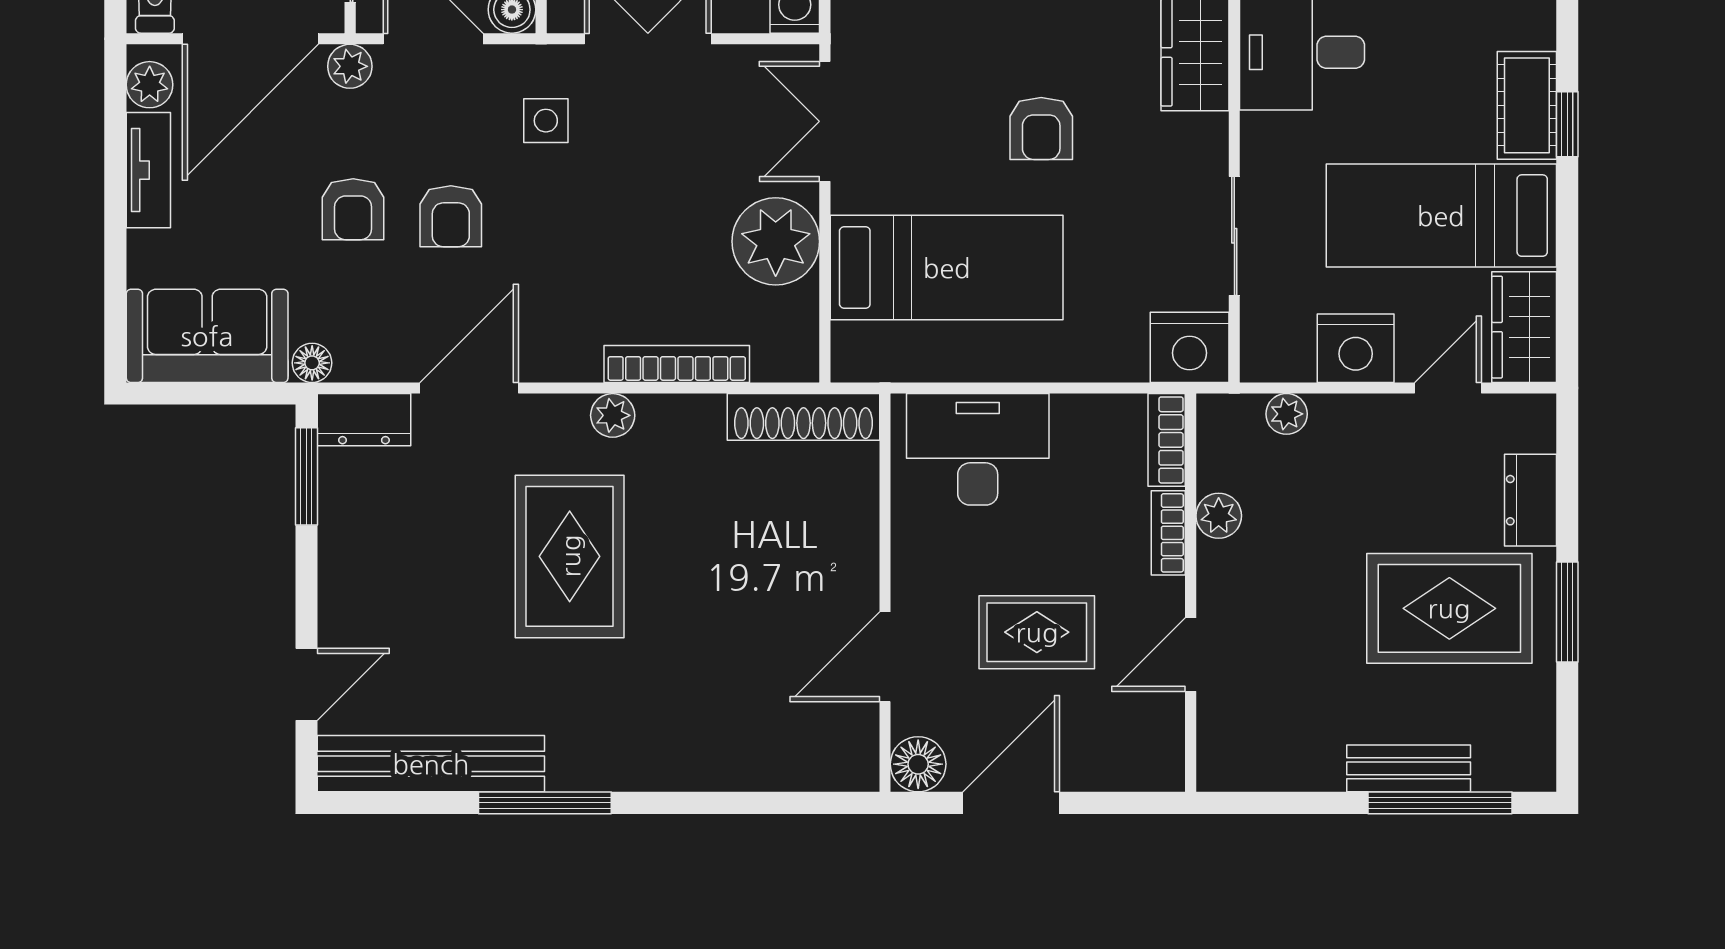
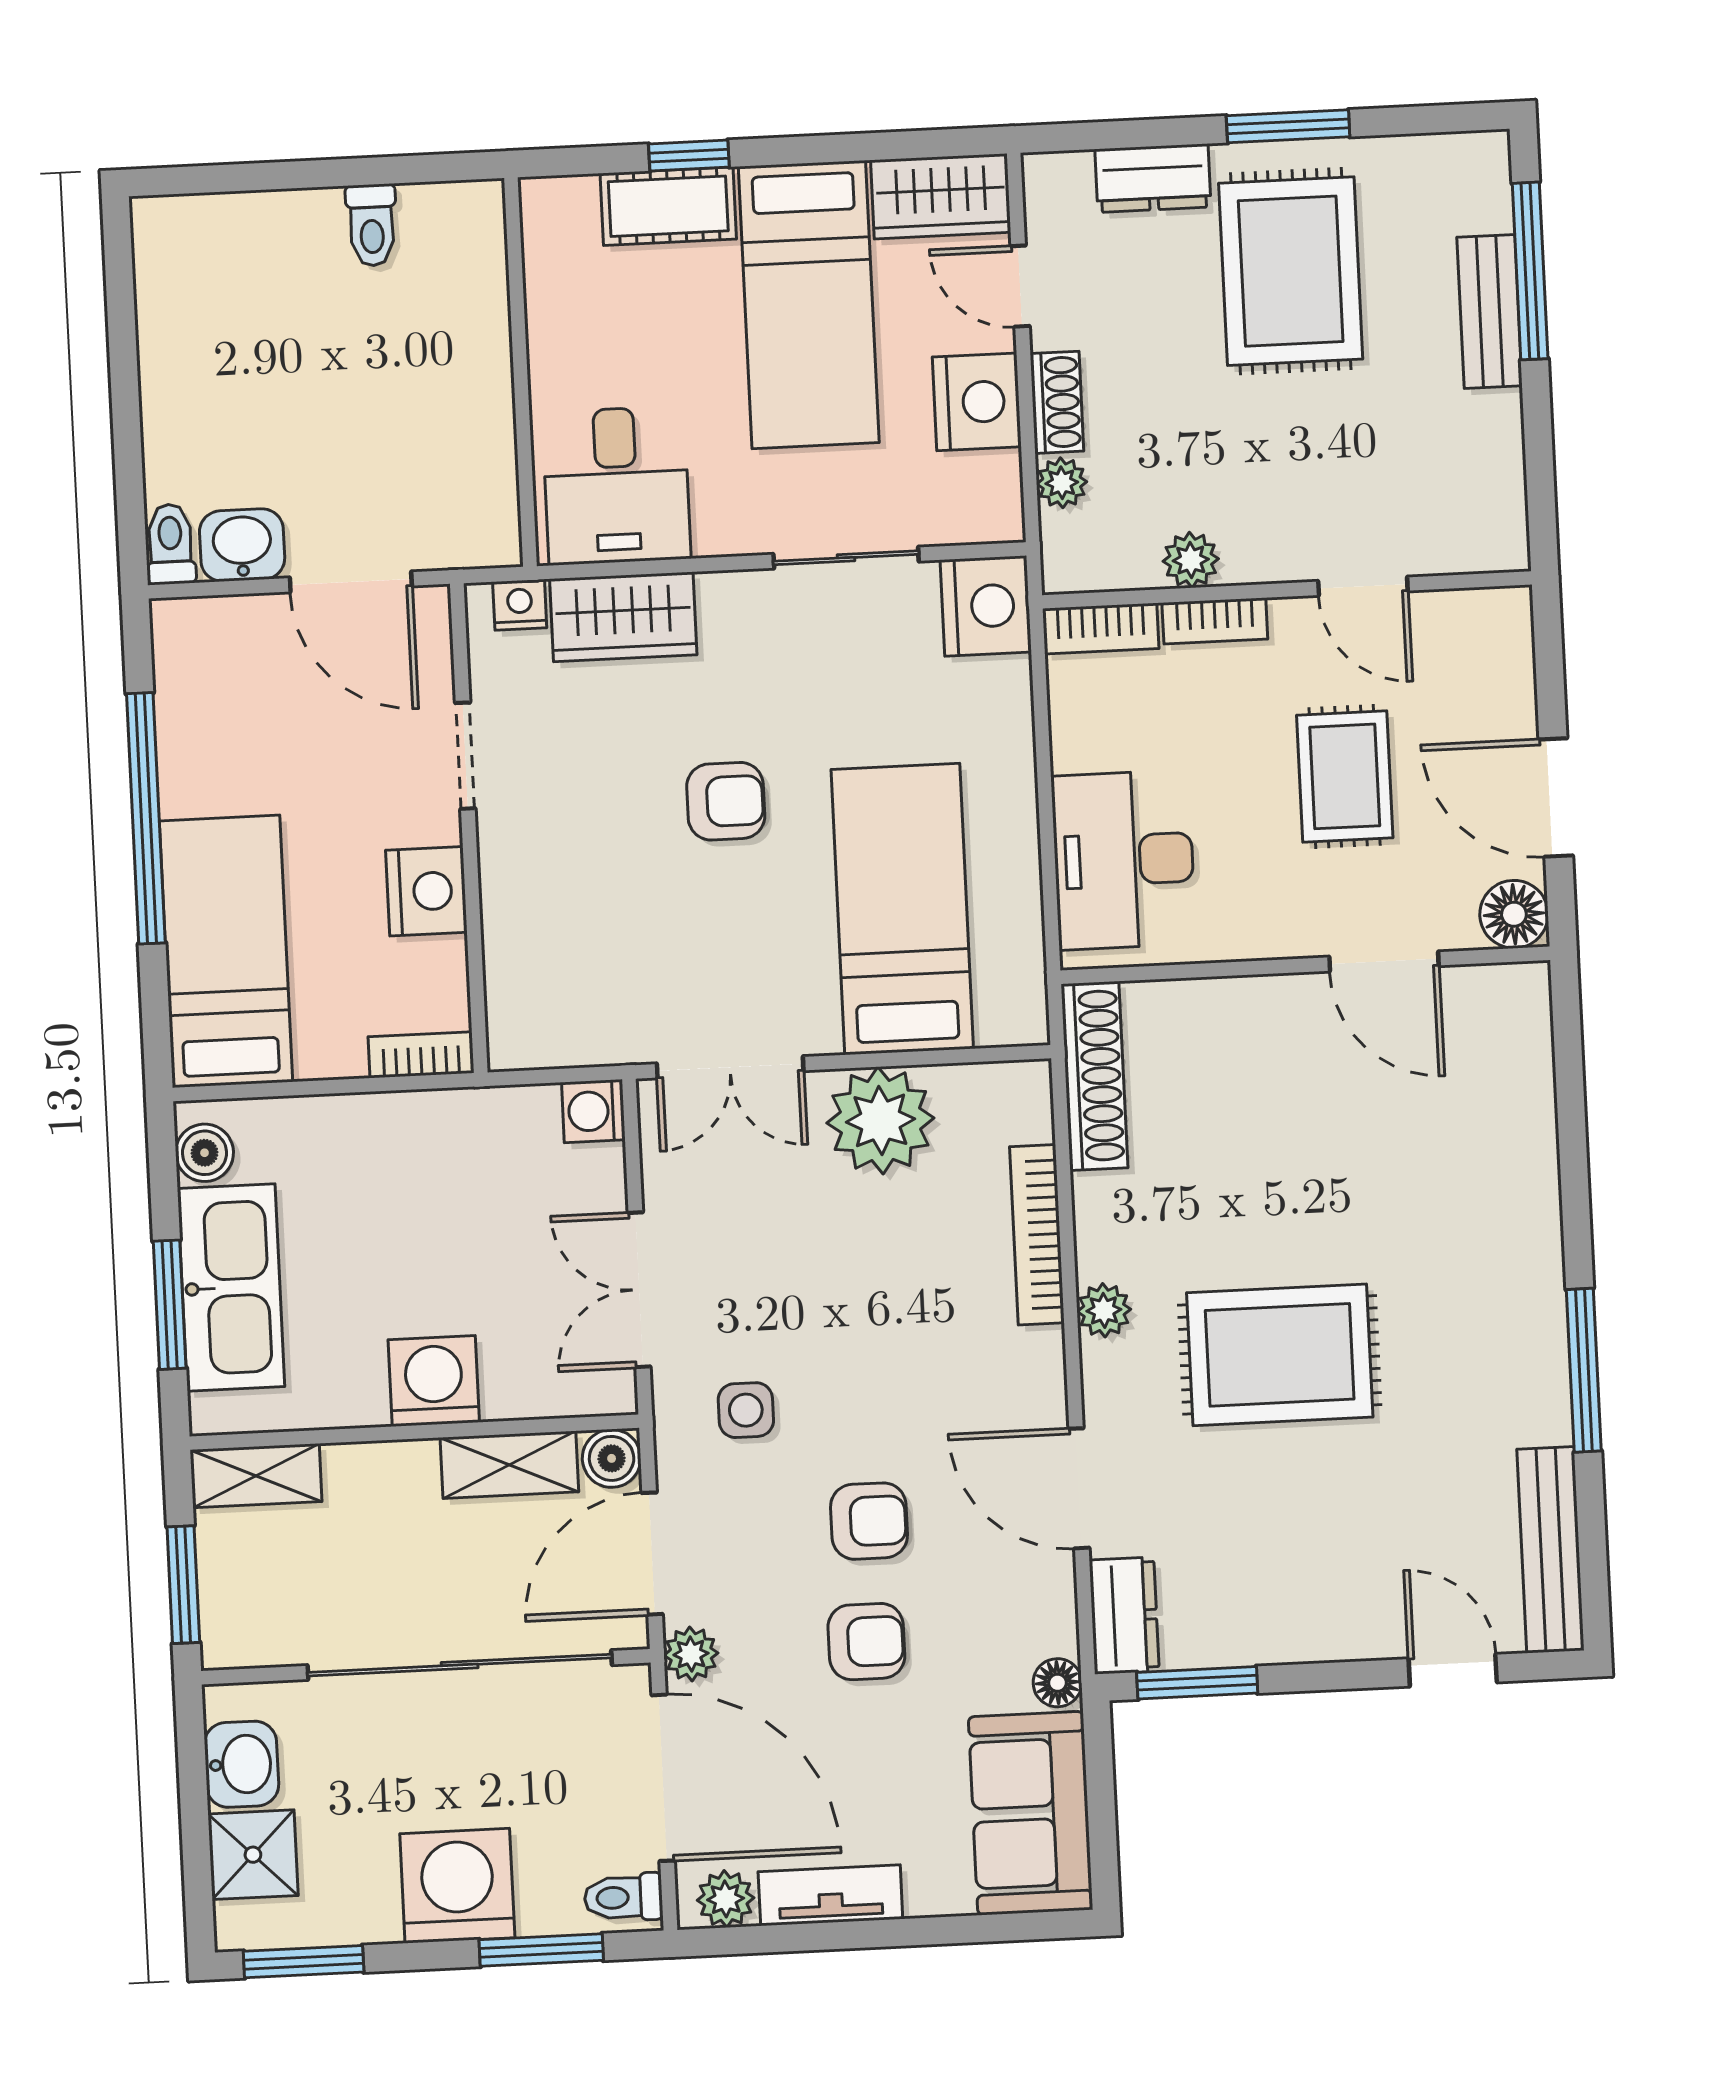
shoe rack: (1352, 413) -> (1057, 402), added
bench: (431, 764) -> (1551, 1550), width x0.73, depth x0.82

